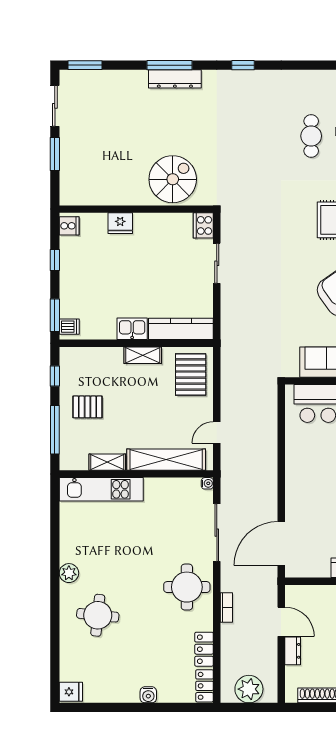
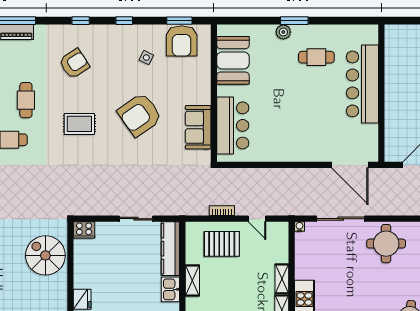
sliding door: (217, 263) -> (136, 219), moved
pallet: (191, 375) -> (222, 244), moved
shelving: (166, 460) -> (282, 279), width x0.45, depth x0.75
bookcase: (226, 608) -> (222, 211), moved

